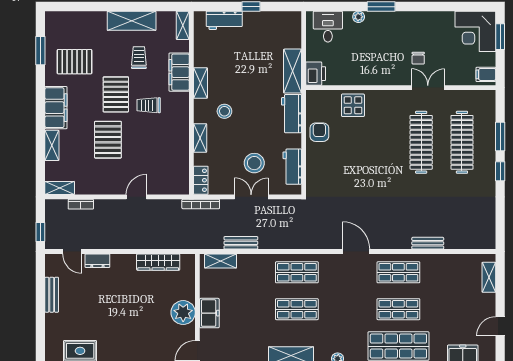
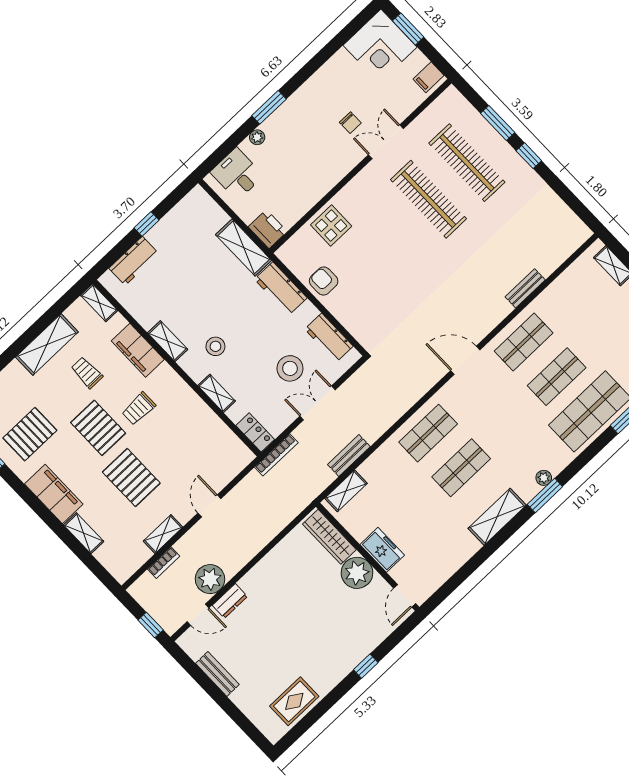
shelving: (60, 188) -> (163, 534), moved
plant: (98, 238) -> (210, 579), added
wardrobe: (158, 262) -> (329, 537), moved, turned 90

